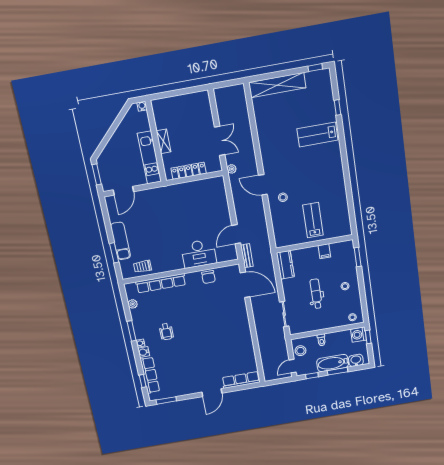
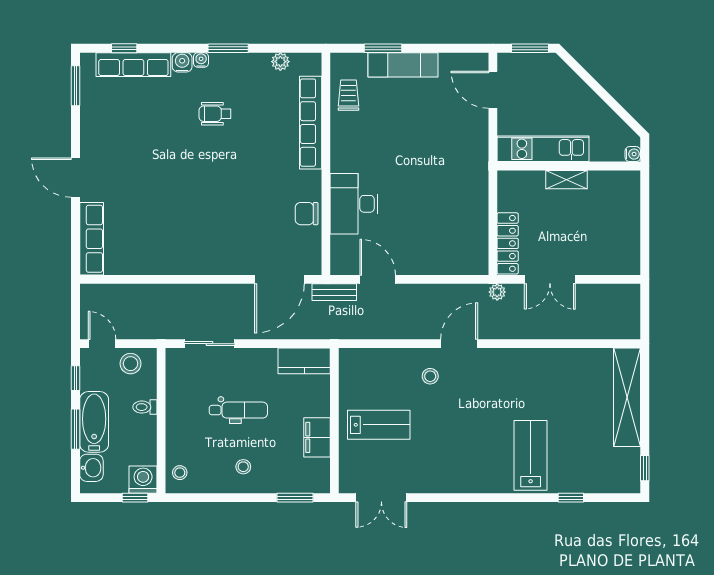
locker: (189, 171) -> (508, 243), moved
double door: (352, 212) -> (381, 498), added
filing cabinet: (324, 251) -> (317, 437), width x2.00

